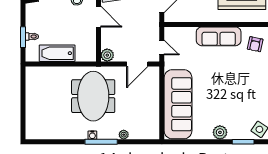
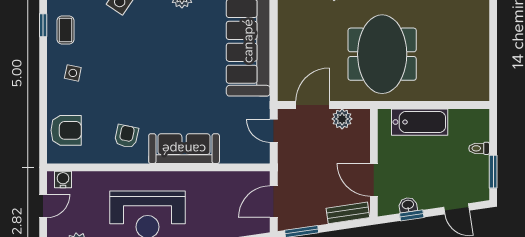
window: (23, 37) -> (493, 172), moved
bathtub: (57, 53) -> (420, 122), moved
plant: (107, 55) -> (342, 119), moved

